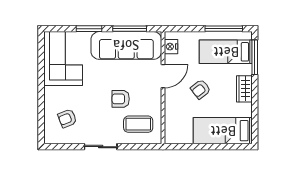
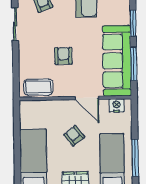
coffee table: (138, 124) -> (38, 87), moved, turned 90
sliding door: (101, 147) -> (15, 24), moved

